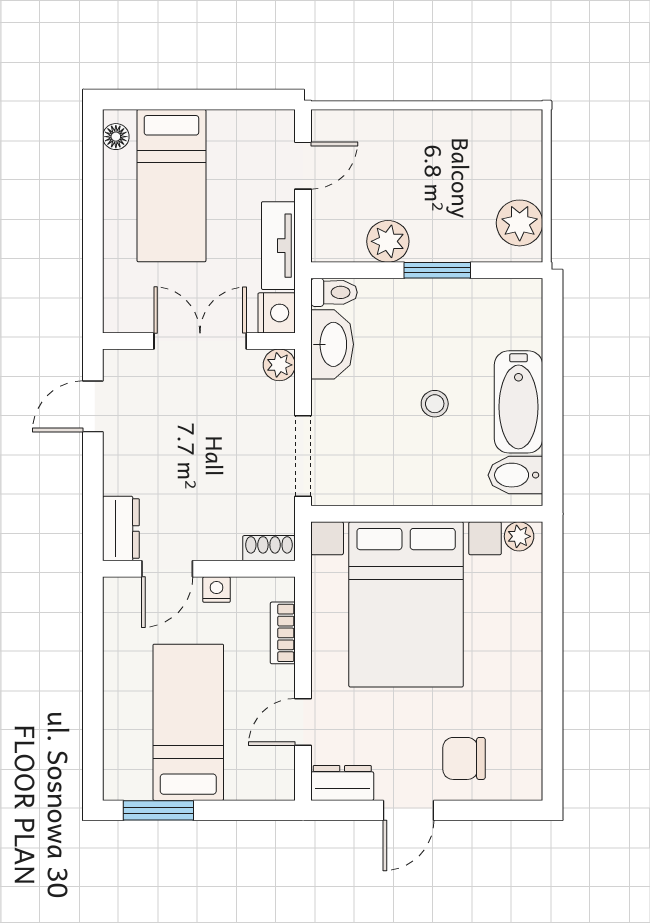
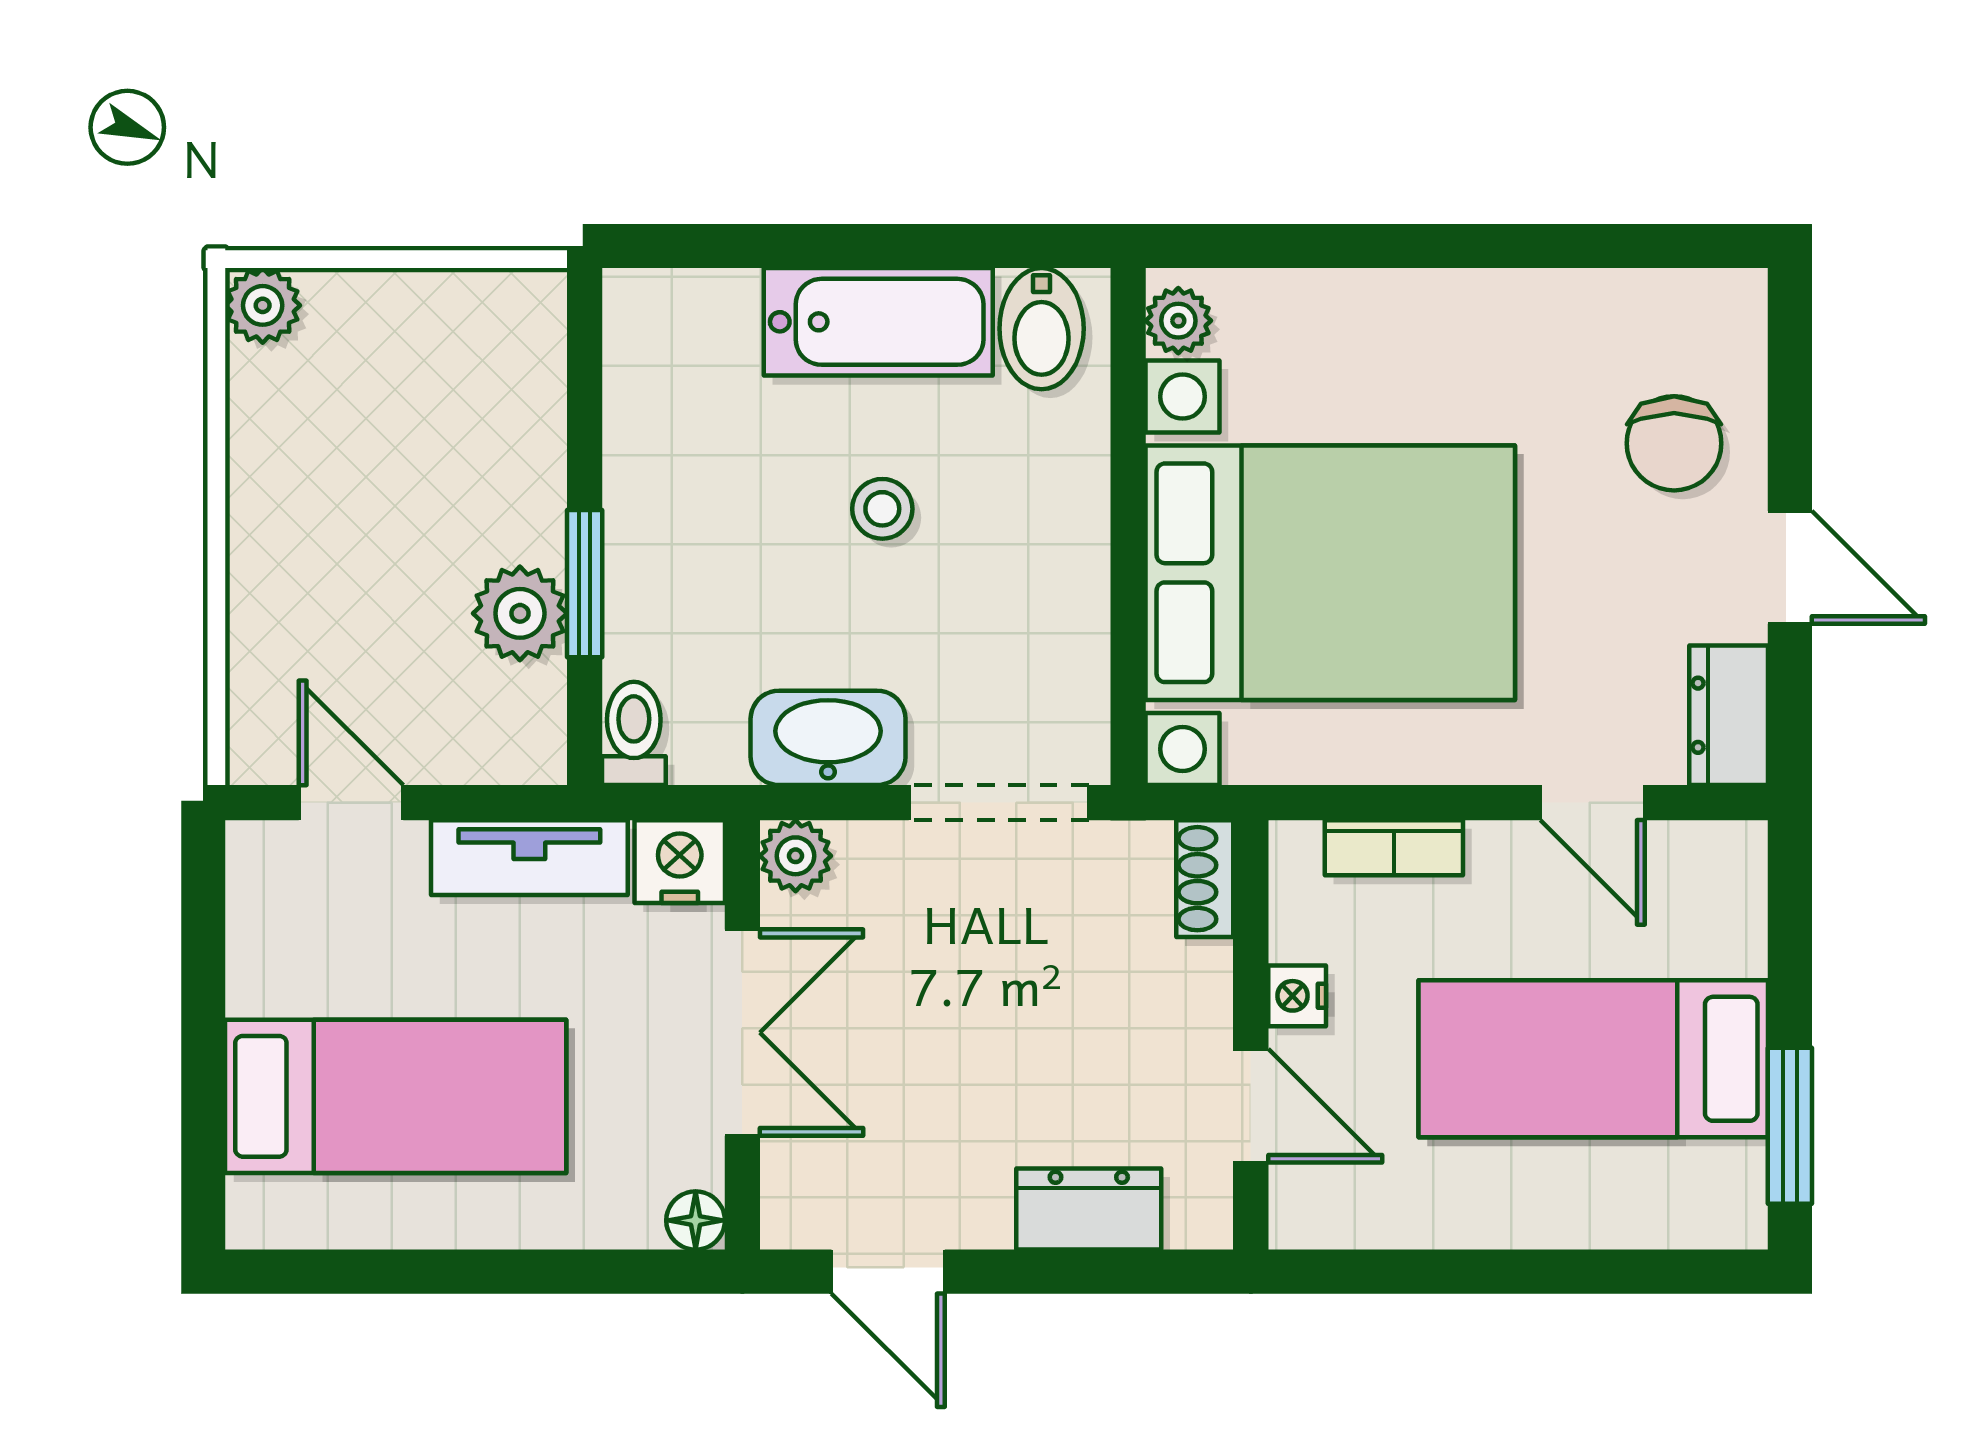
floor lamp: (116, 137) -> (696, 1220), moved
plant: (520, 223) -> (263, 305), moved, width x0.73, depth x0.73
window: (437, 270) -> (585, 584), moved
double door: (200, 341) -> (742, 1033), swing flipped
washbasin: (332, 344) -> (828, 738), moved
dresser: (121, 529) -> (1089, 1209), moved

